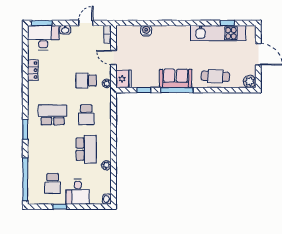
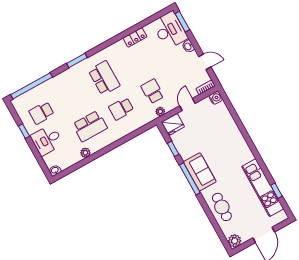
water cooler: (146, 31) -> (216, 98), moved

